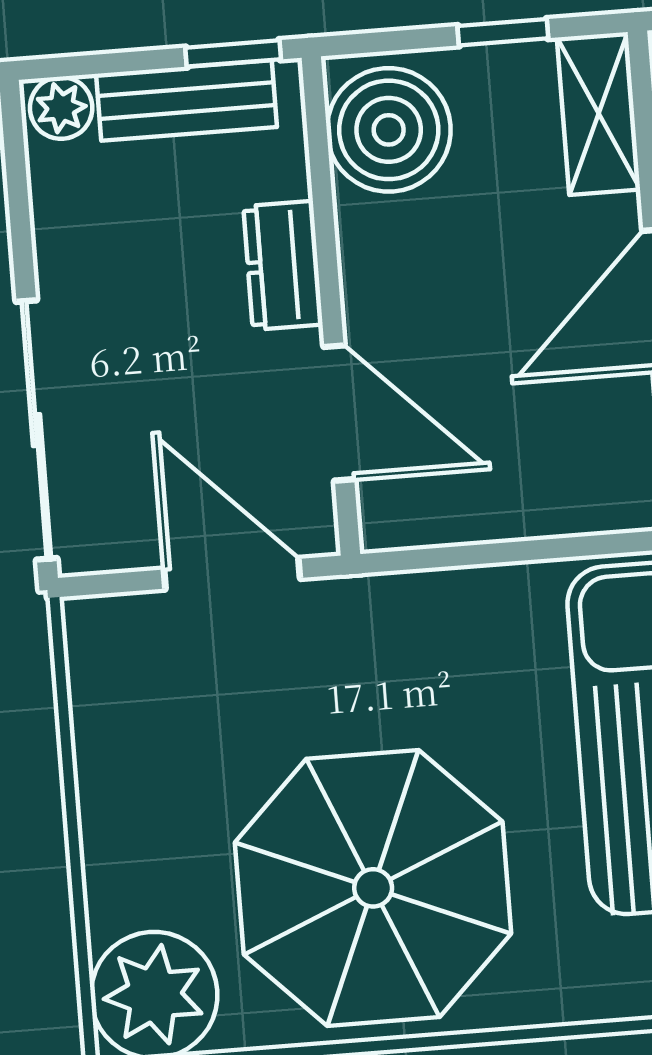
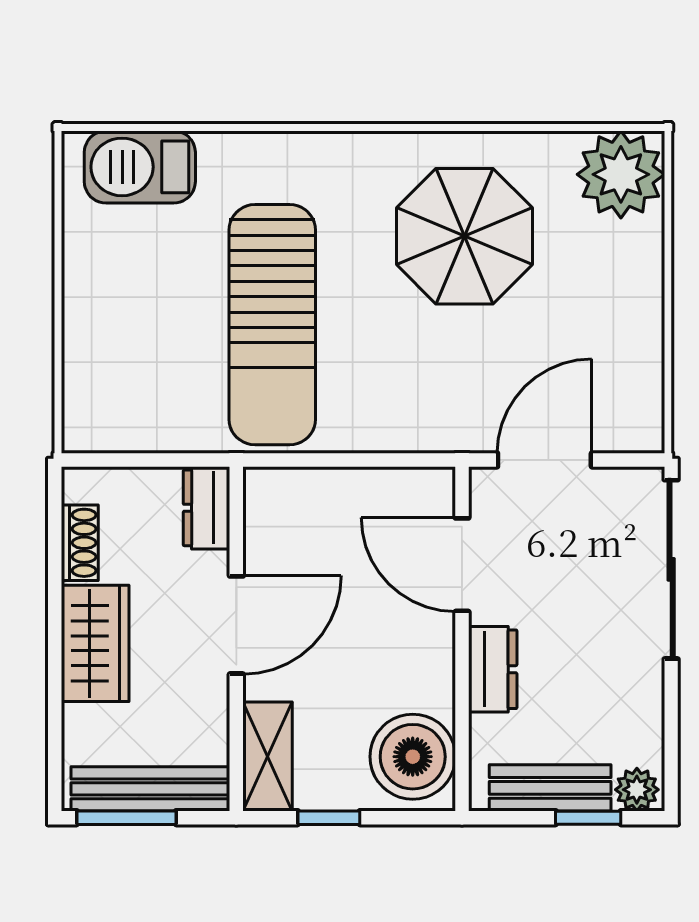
window: (233, 53) -> (588, 818), moved
door: (232, 574) -> (544, 460), swing flipped
parasol: (373, 888) -> (464, 236), width x0.73, depth x0.73

